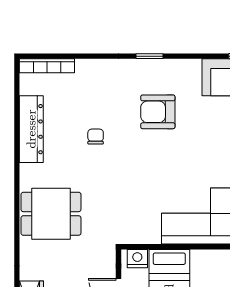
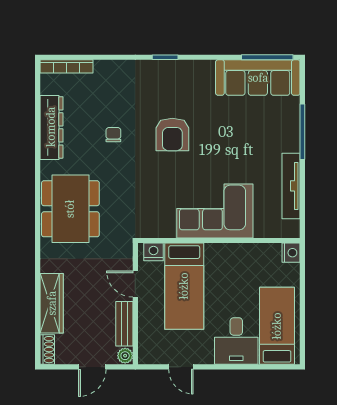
armchair: (158, 112) -> (172, 135), moved, turned -90
dining table: (51, 214) -> (70, 209), width x1.38

